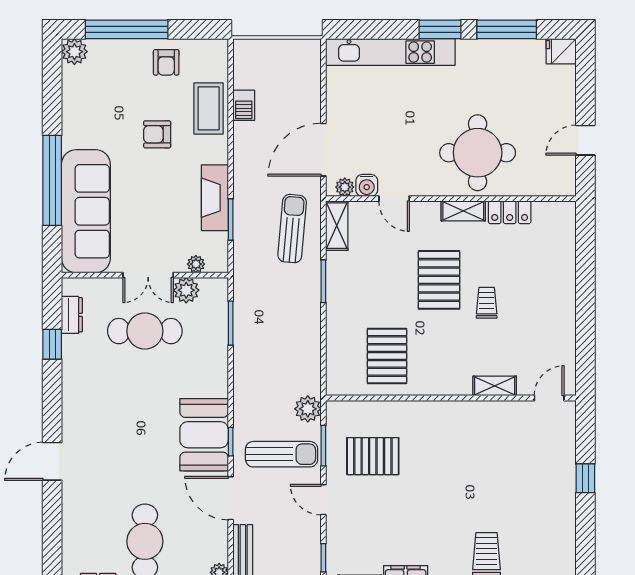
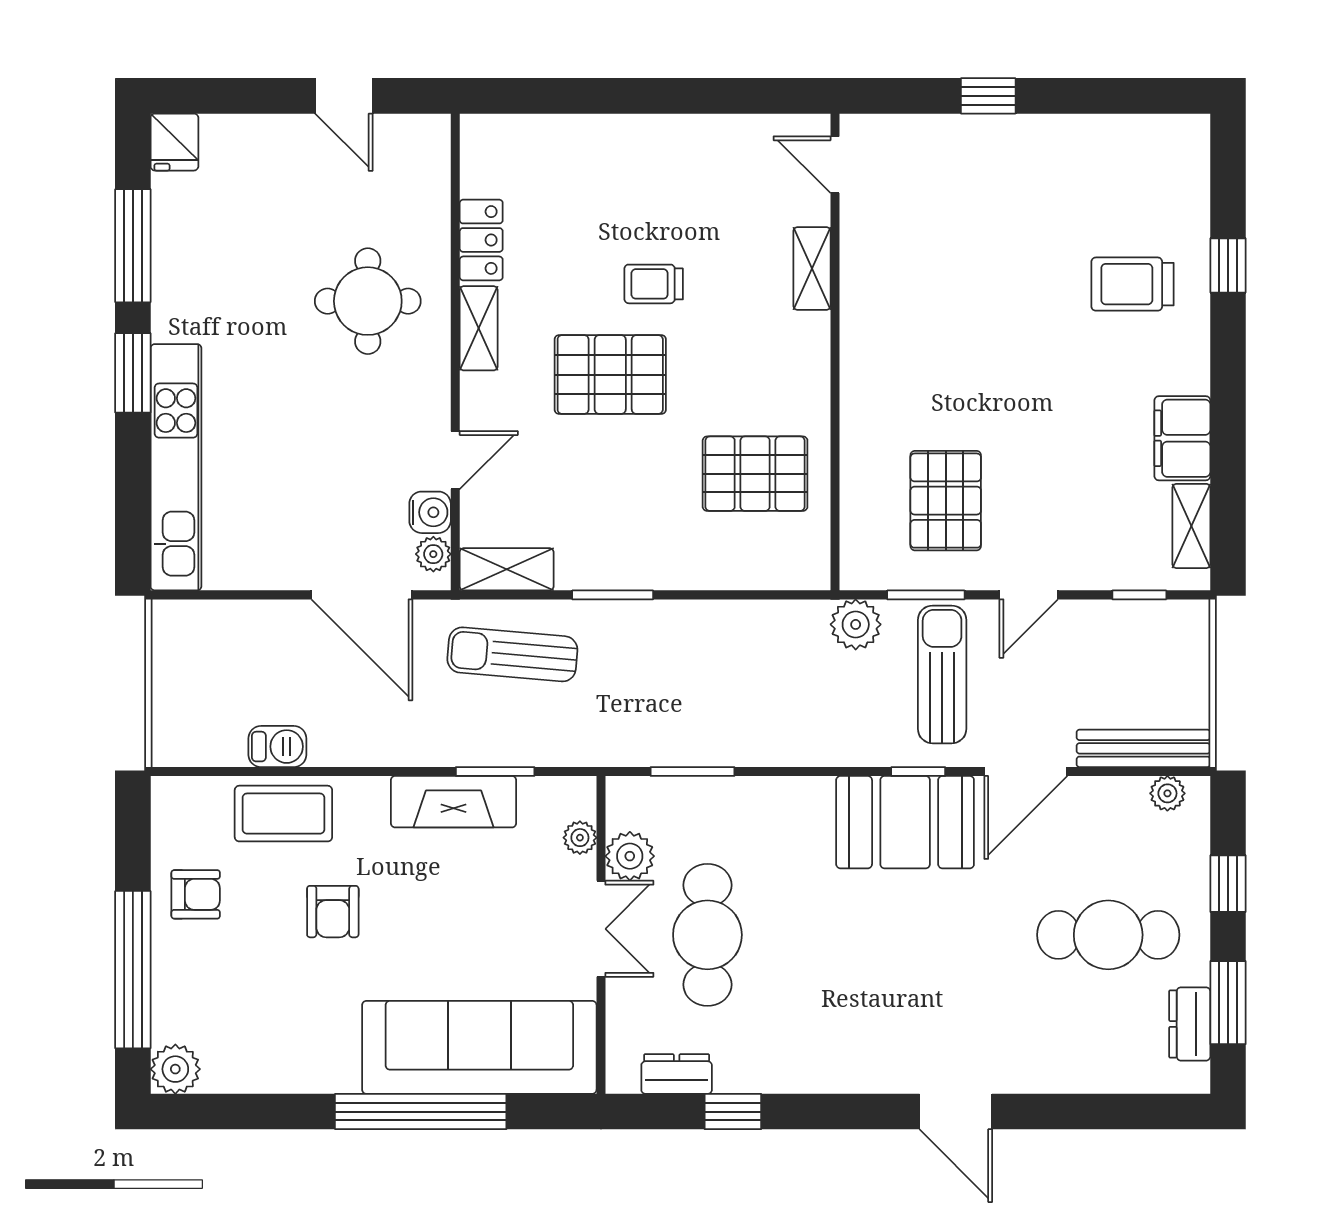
round table: (478, 153) -> (368, 301), width x0.73, depth x0.73

